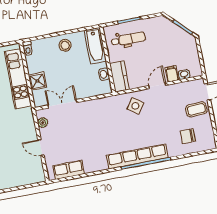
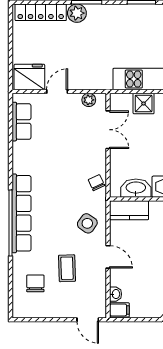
washbasin: (104, 74) -> (136, 188), width x1.91, depth x1.45
filing cabinet: (172, 74) -> (119, 310), moved
chair: (104, 105) -> (96, 183), added
coffee table: (196, 109) -> (67, 268), moved
fridge: (34, 170) -> (29, 77), added

